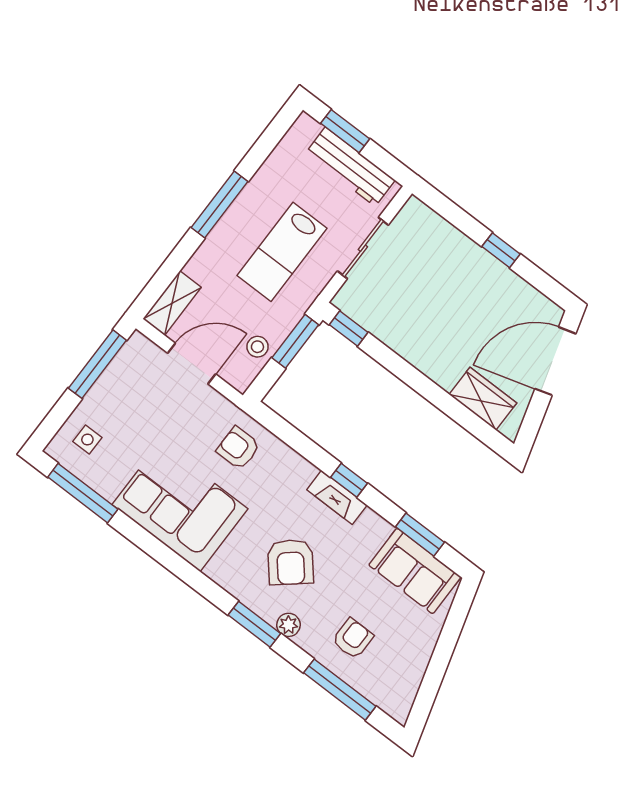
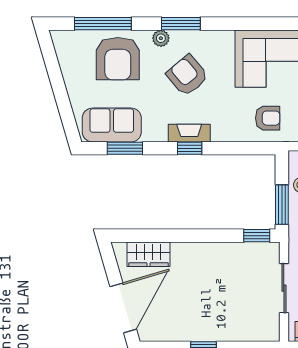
armchair: (353, 639) -> (118, 59), width x1.88, depth x1.88

